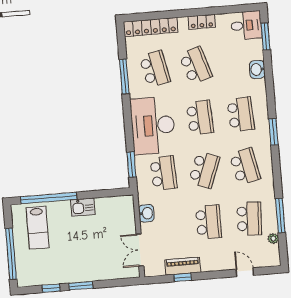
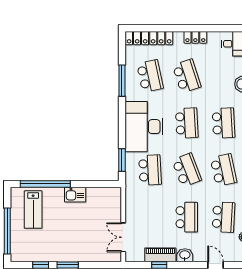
school desk: (204, 170) -> (187, 170), turned -42
washbasin: (146, 213) -> (185, 255), moved, turned -90

